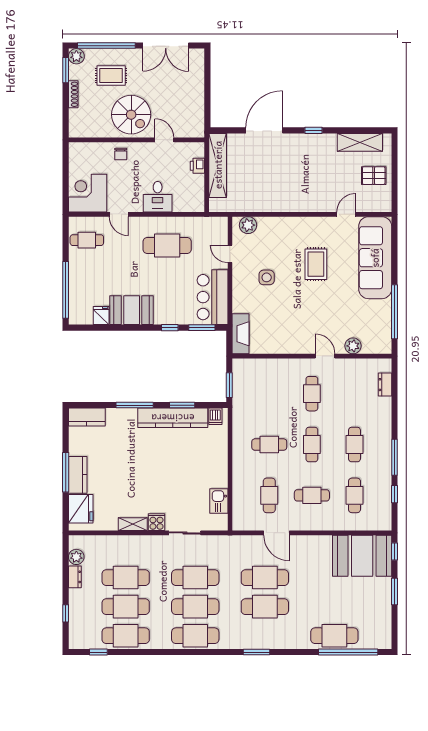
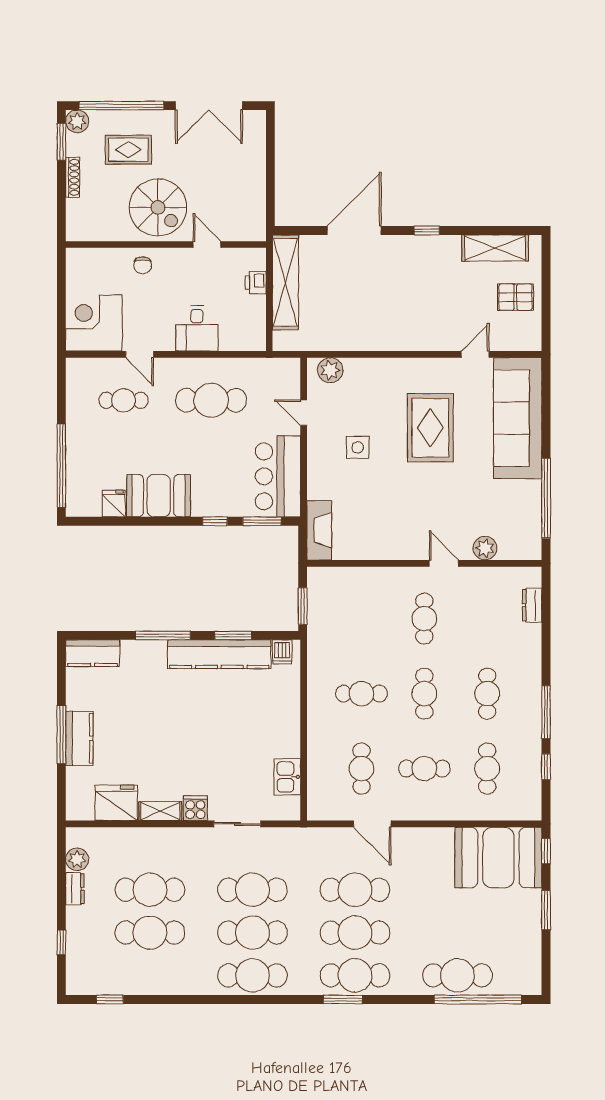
cafe table: (87, 240) -> (124, 400), moved
rug: (316, 264) -> (430, 428), width x1.36, depth x1.43
fridge: (81, 509) -> (116, 803), moved, turned -90
cafe table: (126, 636) -> (355, 975), moved

